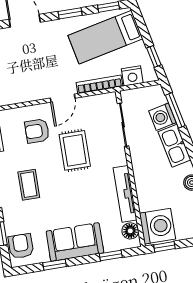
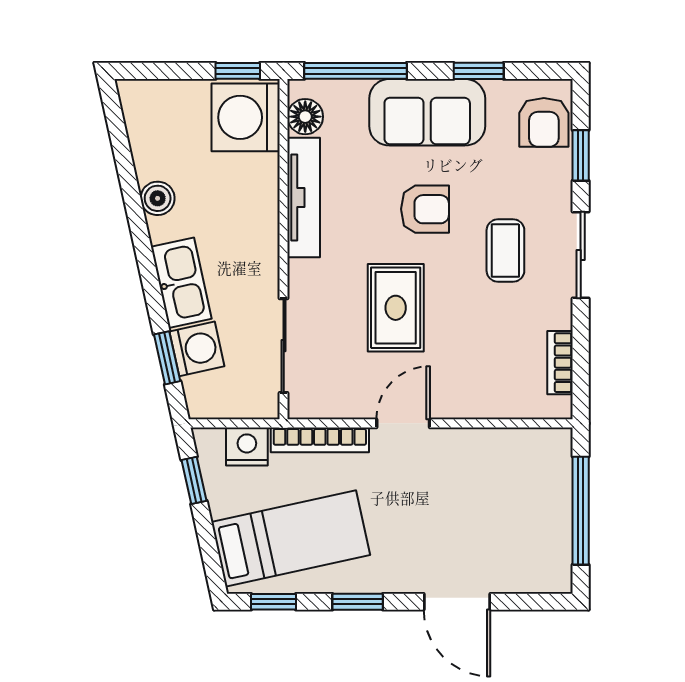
window: (175, 110) -> (167, 358), width x0.67
armchair: (37, 131) -> (425, 209), moved
window: (111, 256) -> (356, 71), width x2.17

